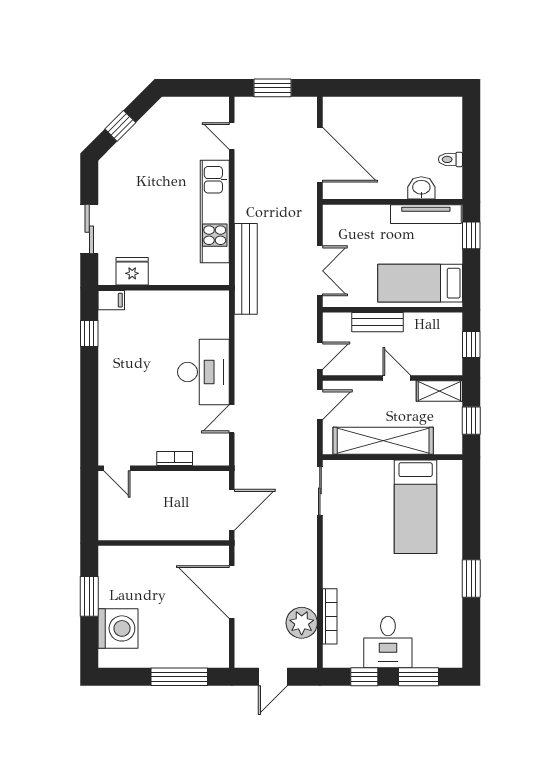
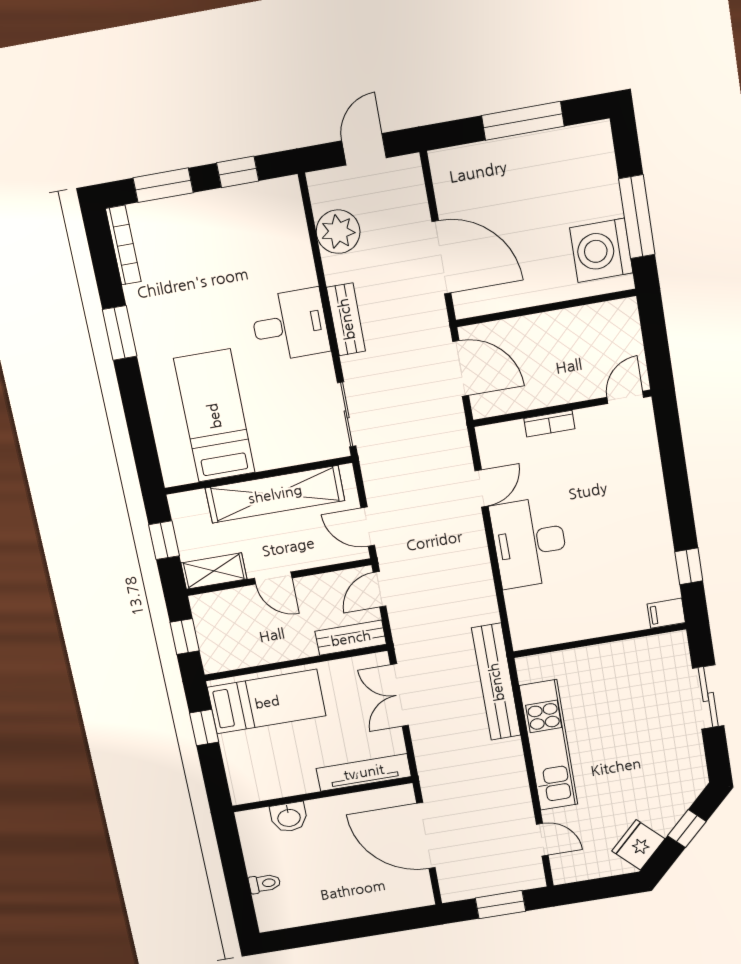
toilet: (451, 159) -> (265, 883), moved
tv unit: (426, 214) -> (364, 772), moved
window: (471, 235) -> (204, 728), moved
fridge: (132, 271) -> (638, 845), moved, turned 135
bench: (378, 322) -> (351, 638), moved
door: (320, 405) -> (368, 527), hinge flipped
door: (117, 468) -> (625, 397), hinge flipped
door: (232, 510) -> (461, 368), swing flipped
bench: (308, 560) -> (346, 319), added
window: (89, 596) -> (637, 217), width x1.44
bookcase: (330, 616) -> (123, 245), moved, turned 180
washing machine: (118, 628) -> (601, 250), moved
desk: (388, 642) -> (290, 325), moved, turned 90
window: (179, 677) -> (523, 121), moved

